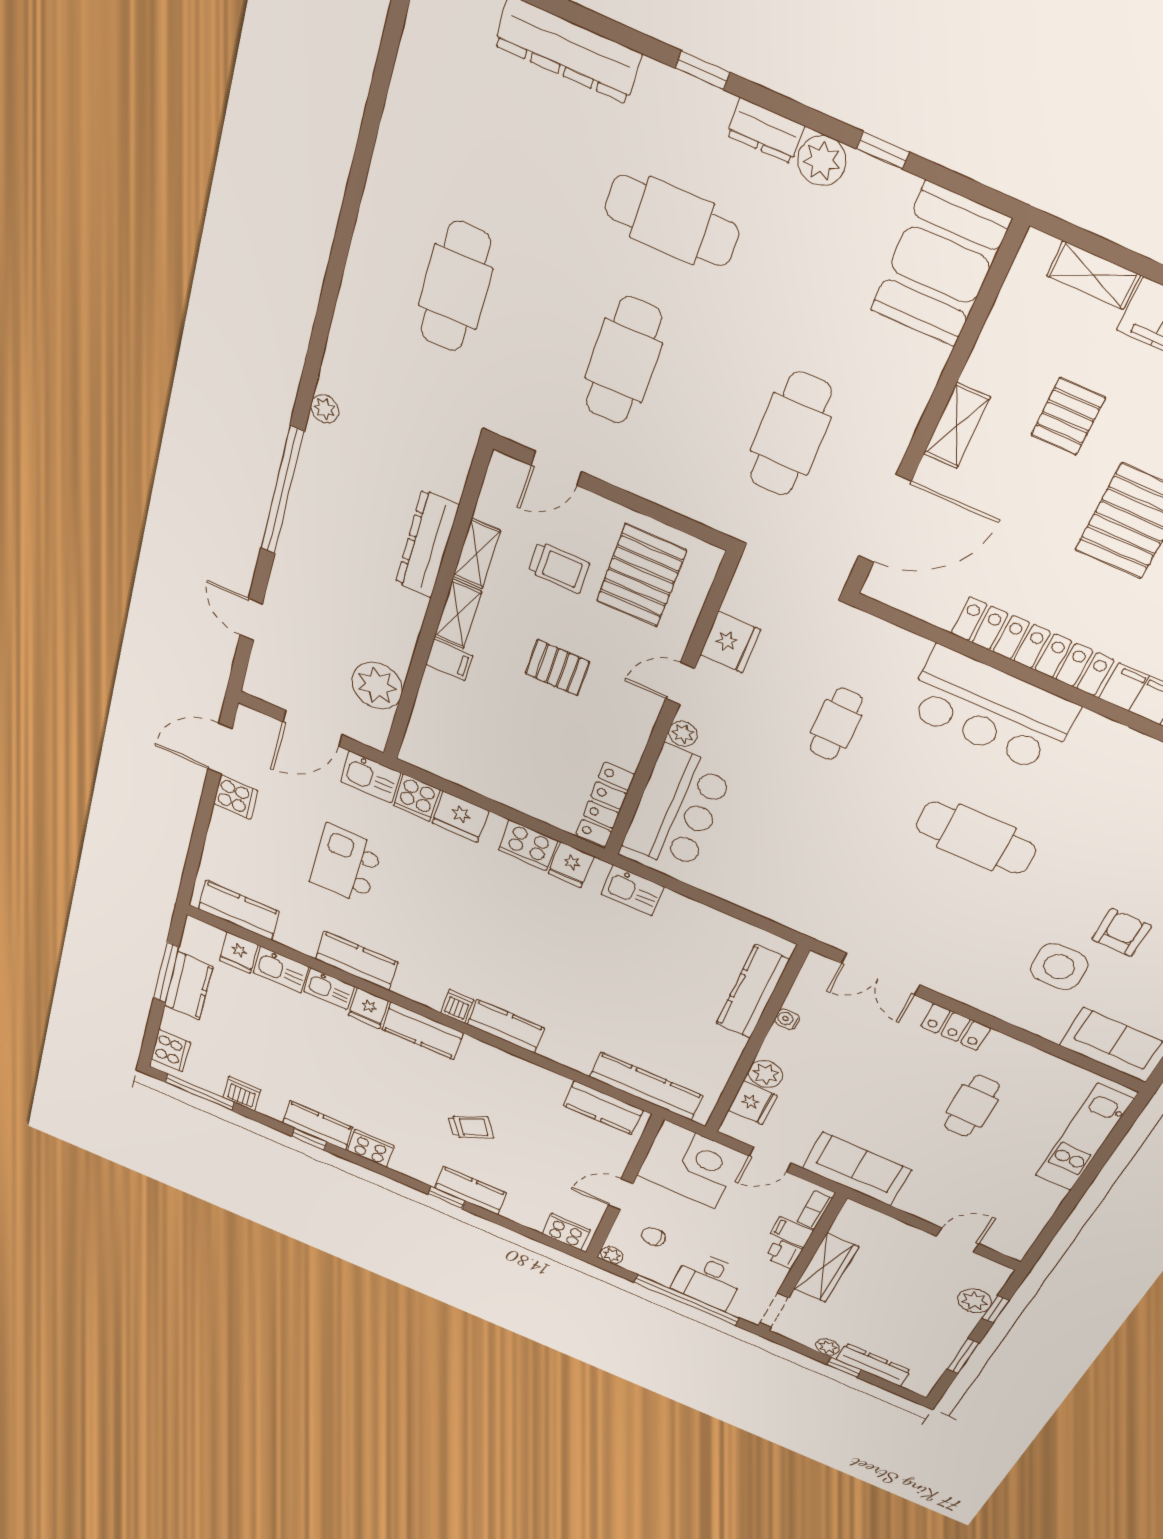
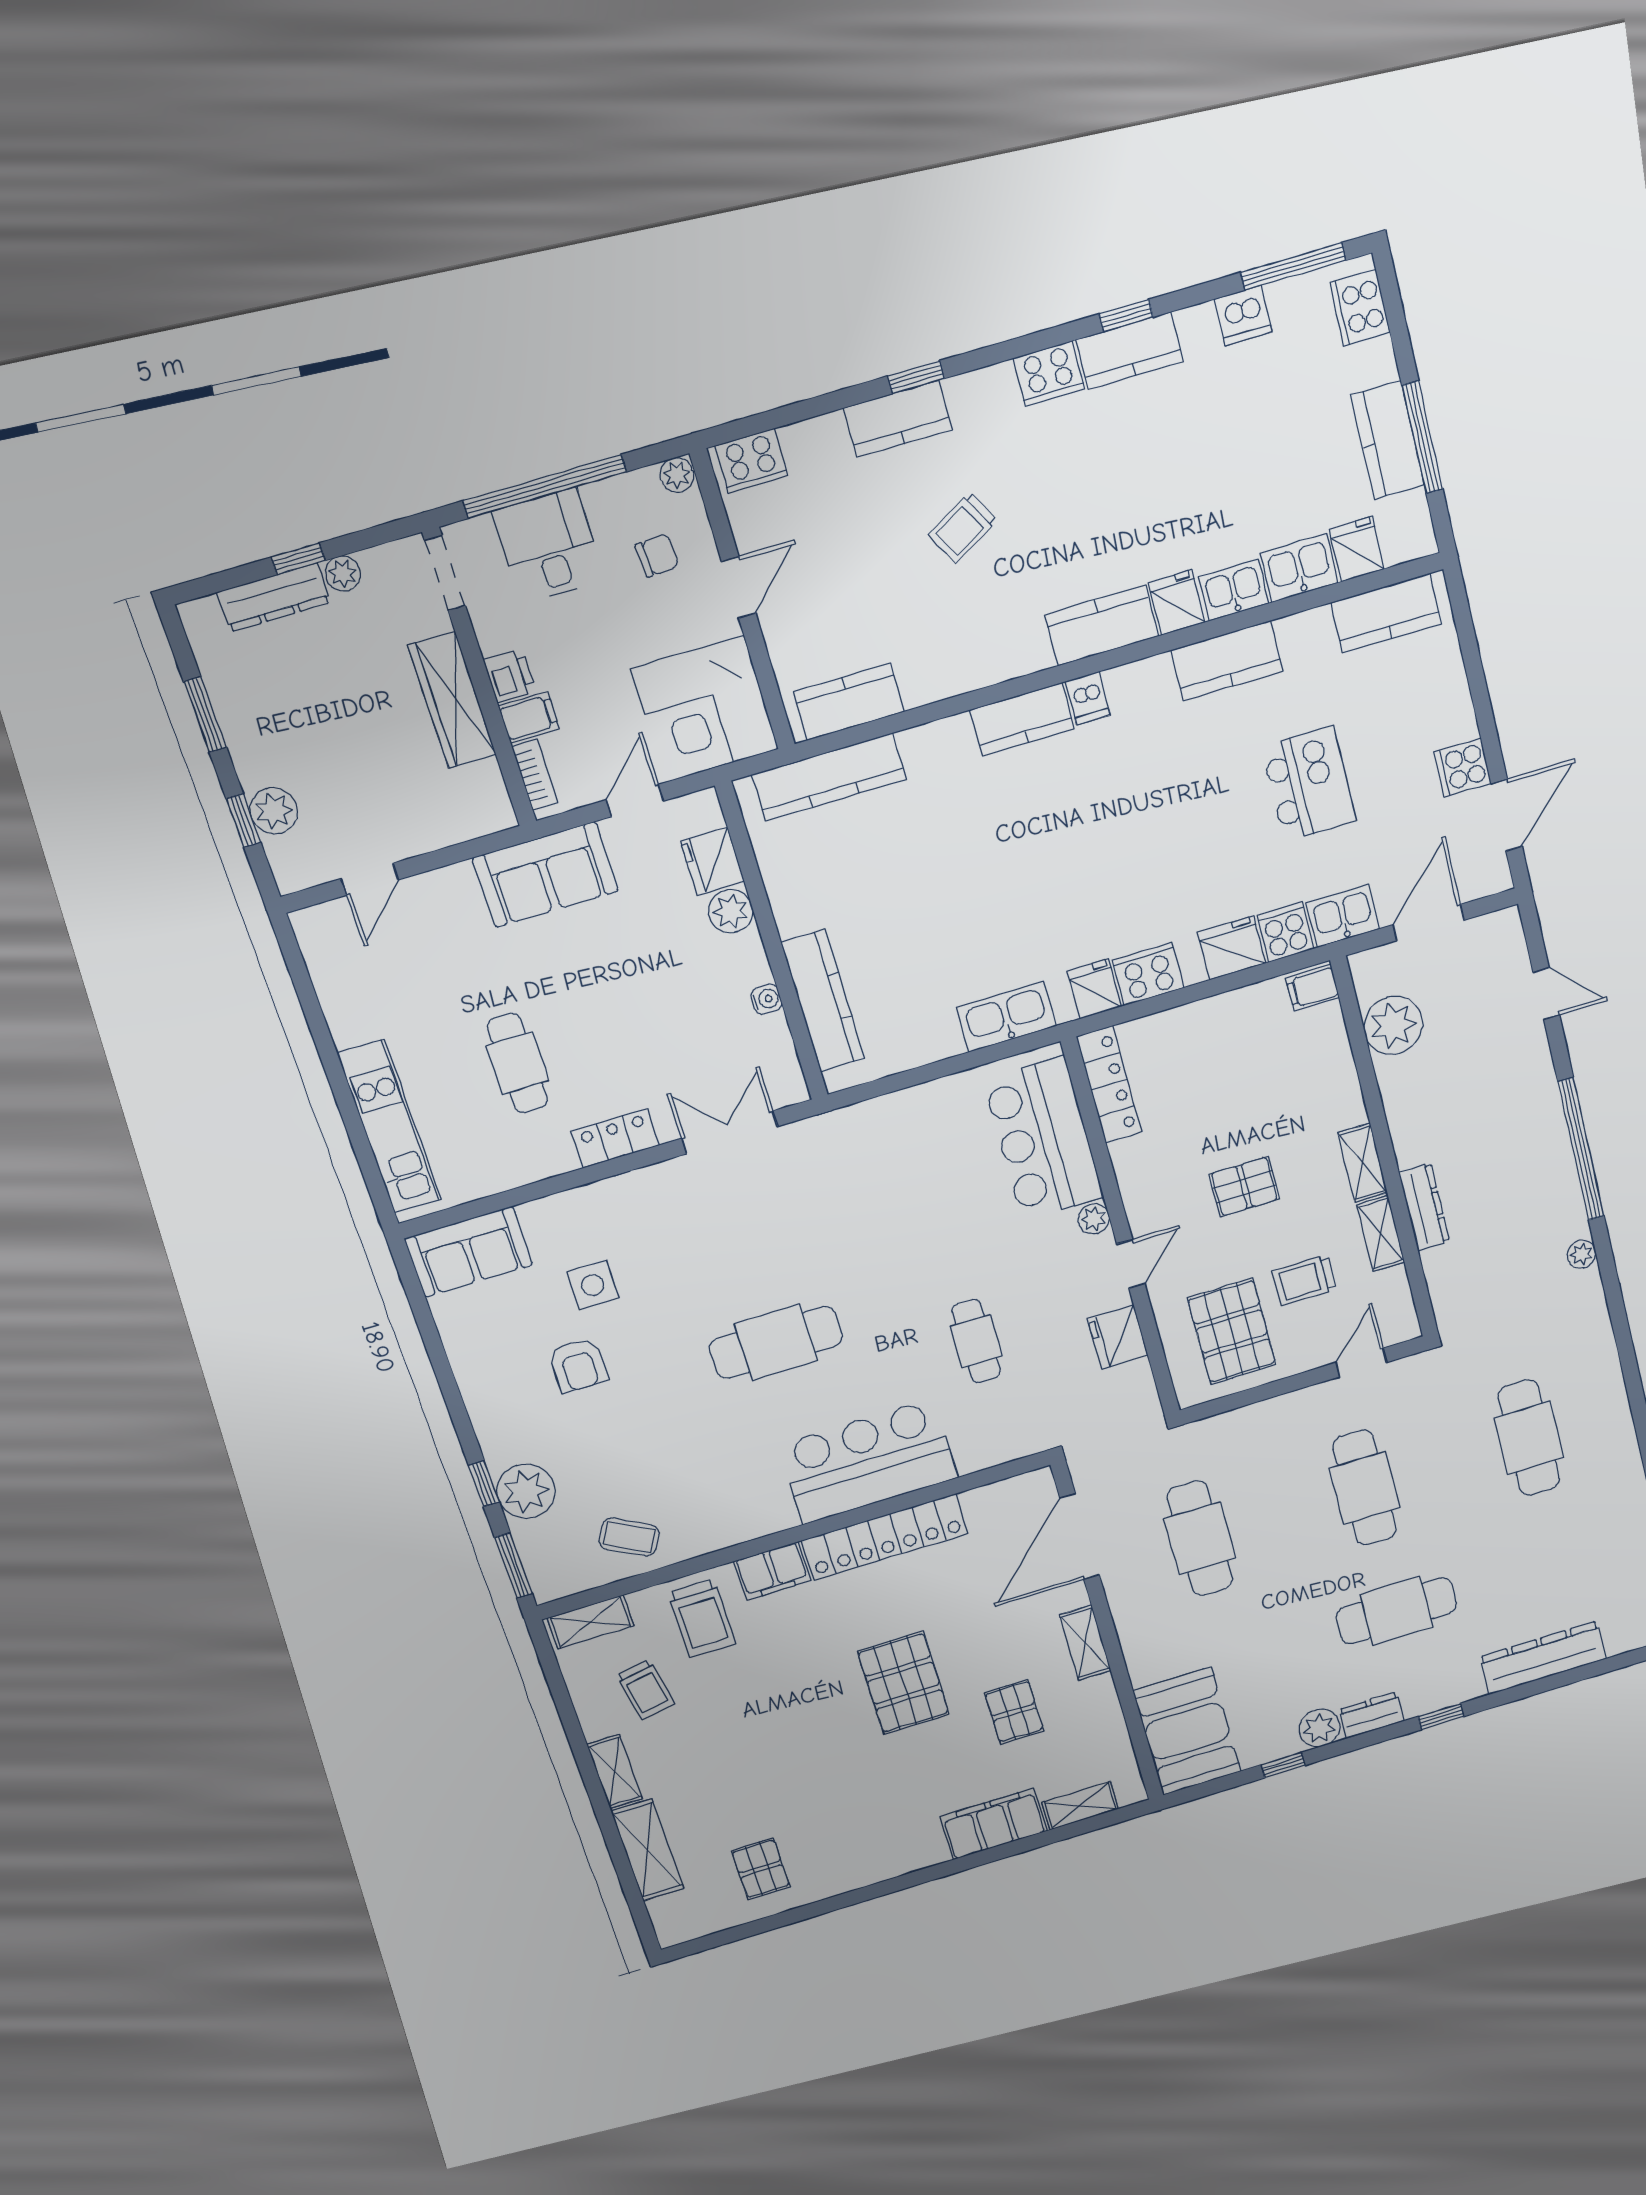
dresser: (427, 544) -> (1424, 1207), width x0.73, depth x0.80
filing cabinet: (449, 660) -> (1313, 988), moved
kitchen sink: (633, 890) -> (1006, 1017), width x1.38
side table: (1059, 967) -> (593, 1285), width x0.73, depth x0.73

